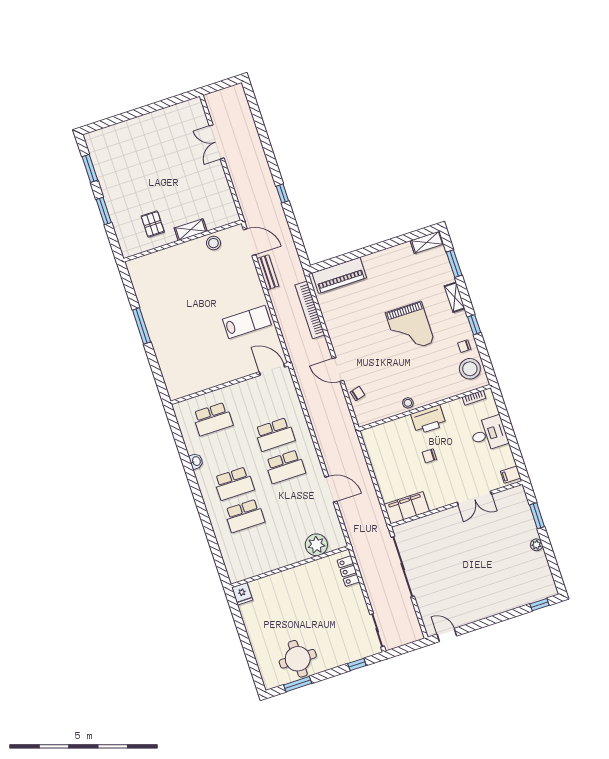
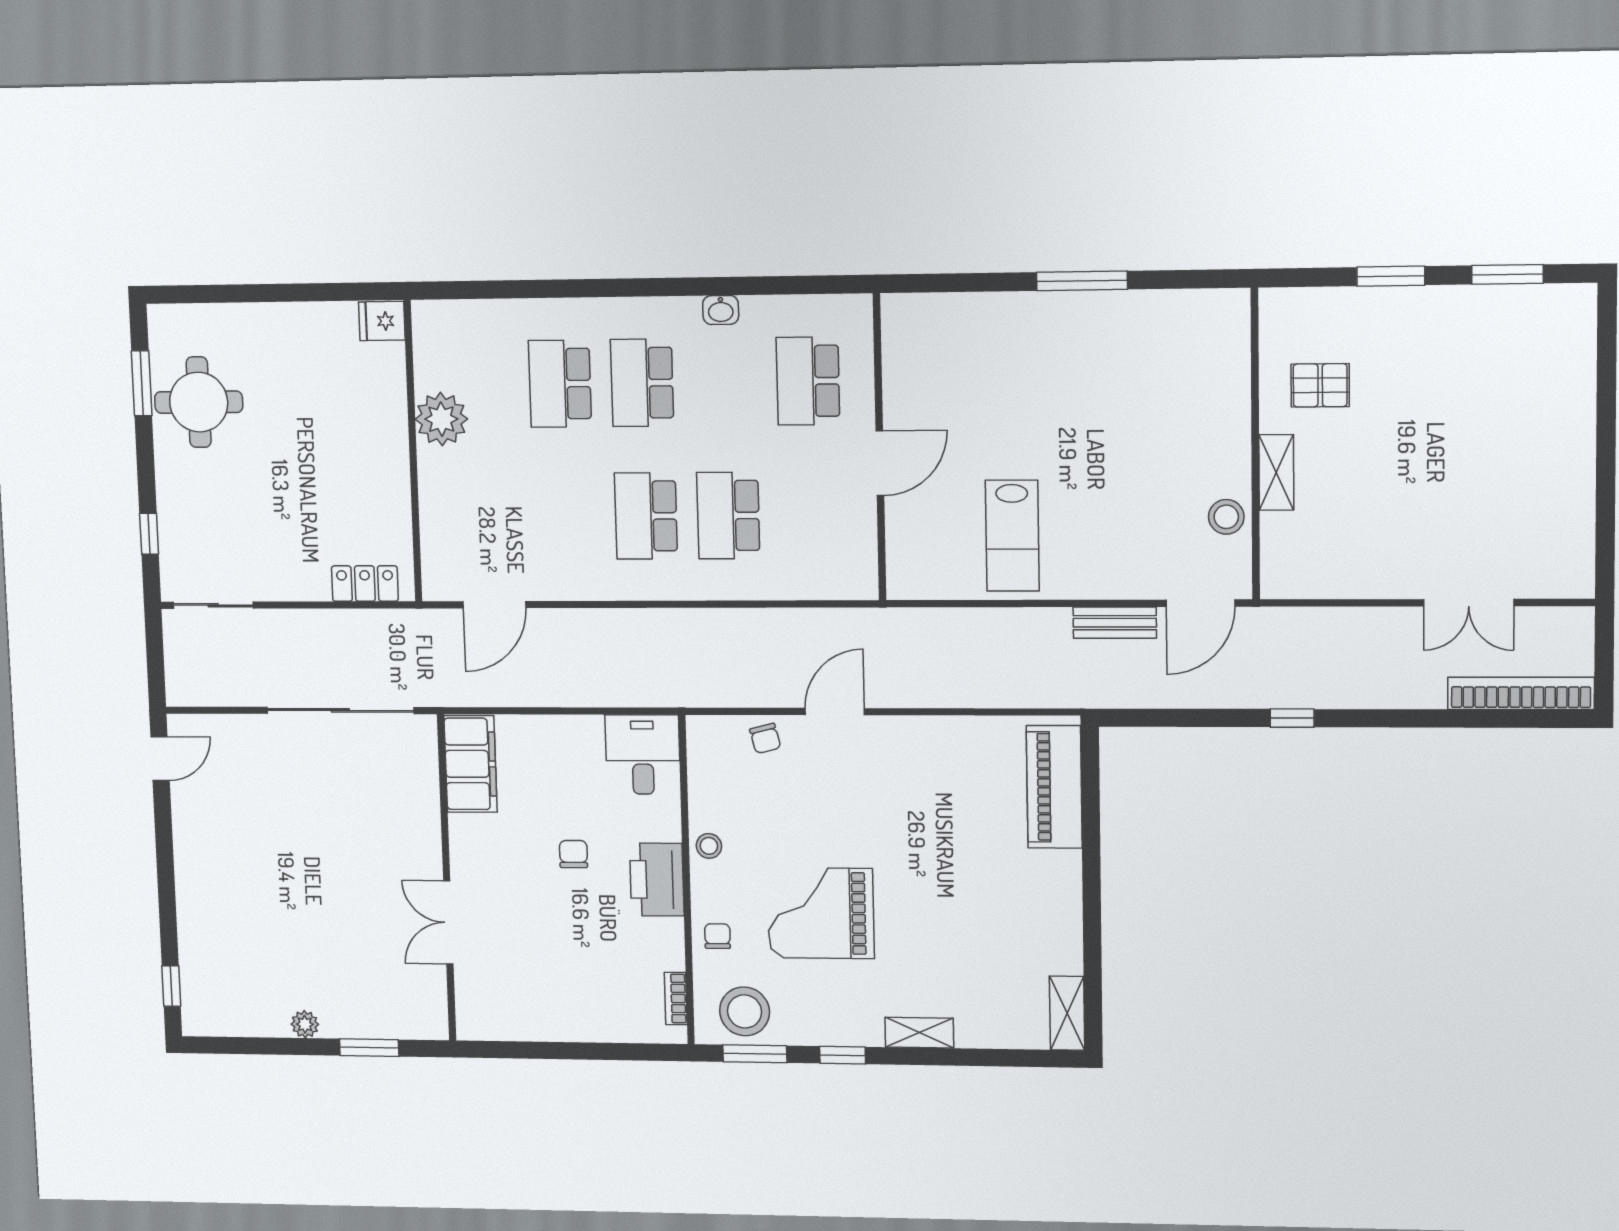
double door: (217, 142) -> (1469, 603), swing flipped
window: (454, 264) -> (755, 1054), moved
bookcase: (310, 310) -> (1521, 693), moved
grand piano: (410, 328) -> (821, 913), moved
chair: (464, 346) -> (717, 936), moved
door: (272, 370) -> (880, 463), moved
desk: (489, 434) -> (643, 754), moved, turned 180
filing cabinet: (511, 475) -> (478, 1021), removed
door: (331, 489) -> (494, 605), moved
plant: (316, 545) -> (441, 419), moved

